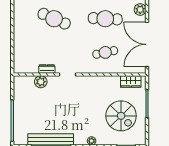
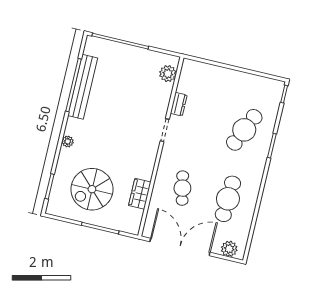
wardrobe: (131, 81) -> (140, 194), moved
plant: (41, 82) -> (168, 74), moved

